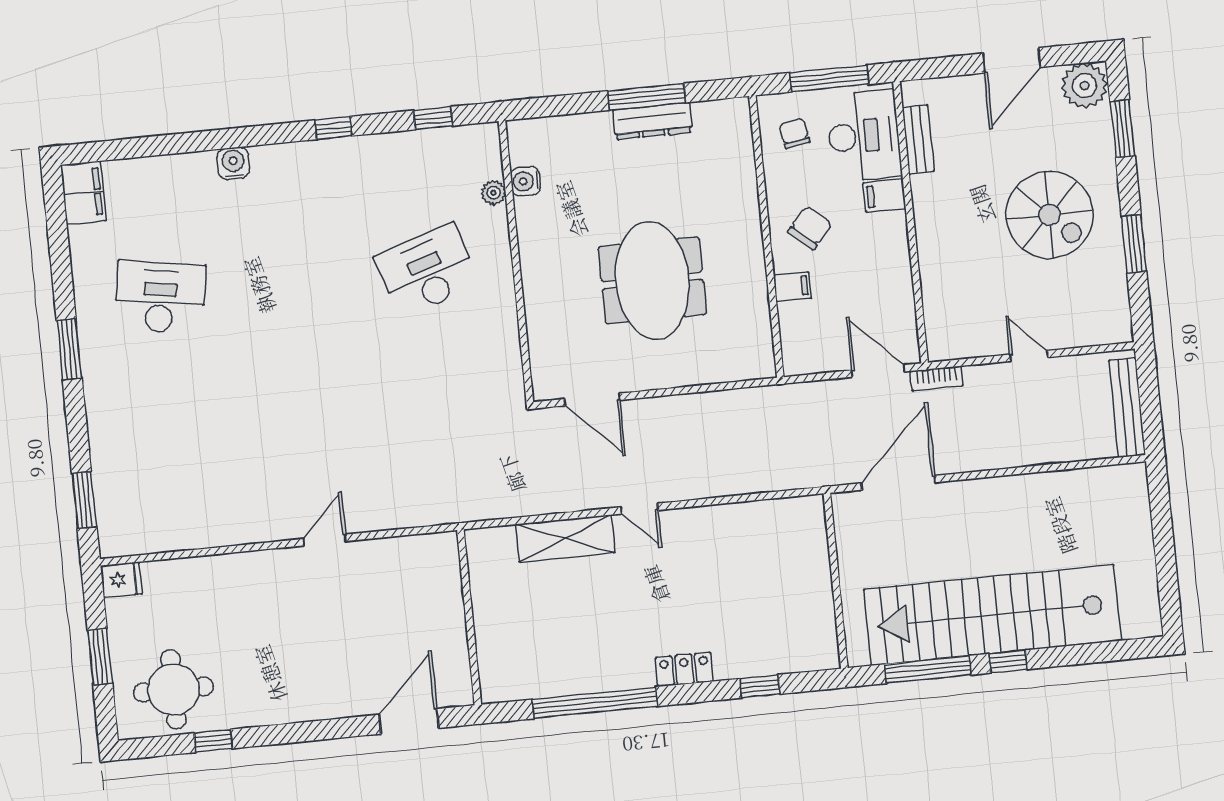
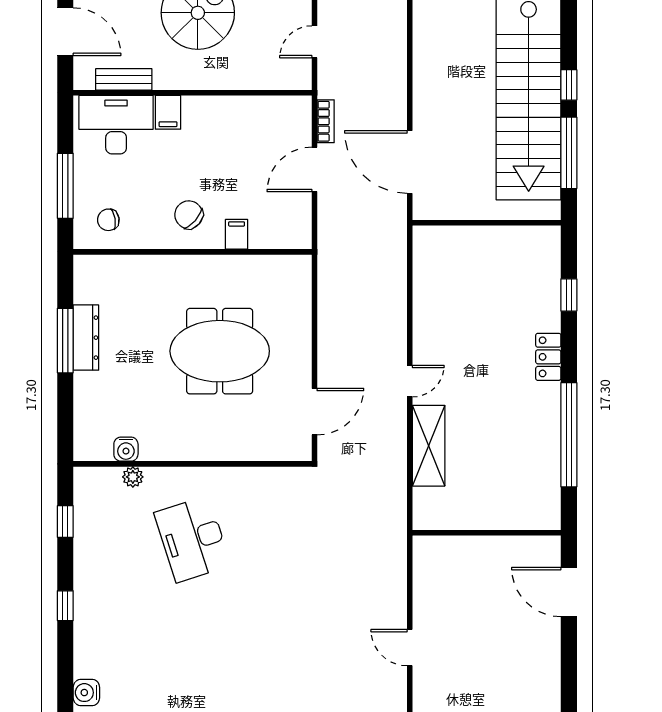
desk: (864, 136) -> (116, 125), moved
bench: (918, 139) -> (124, 79), moved
filing cabinet: (884, 196) -> (168, 112), moved
wall: (910, 222) -> (192, 93), moved

